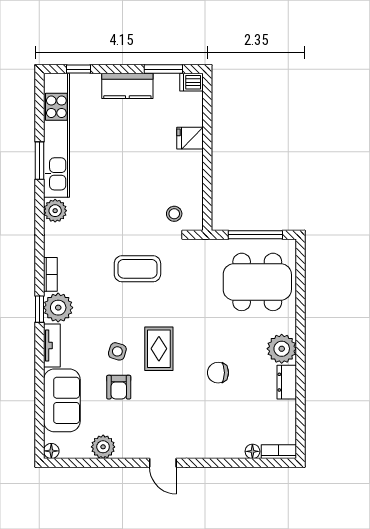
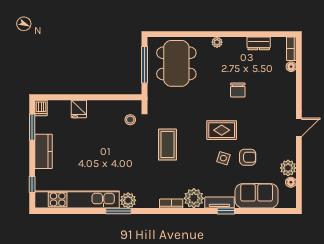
window: (39, 161) -> (119, 211), moved
window: (39, 309) -> (226, 211), moved
plant: (282, 349) -> (217, 42), width x0.53, depth x0.53
dresser: (287, 382) -> (259, 43), moved
floor lamp: (51, 451) -> (291, 182), moved

